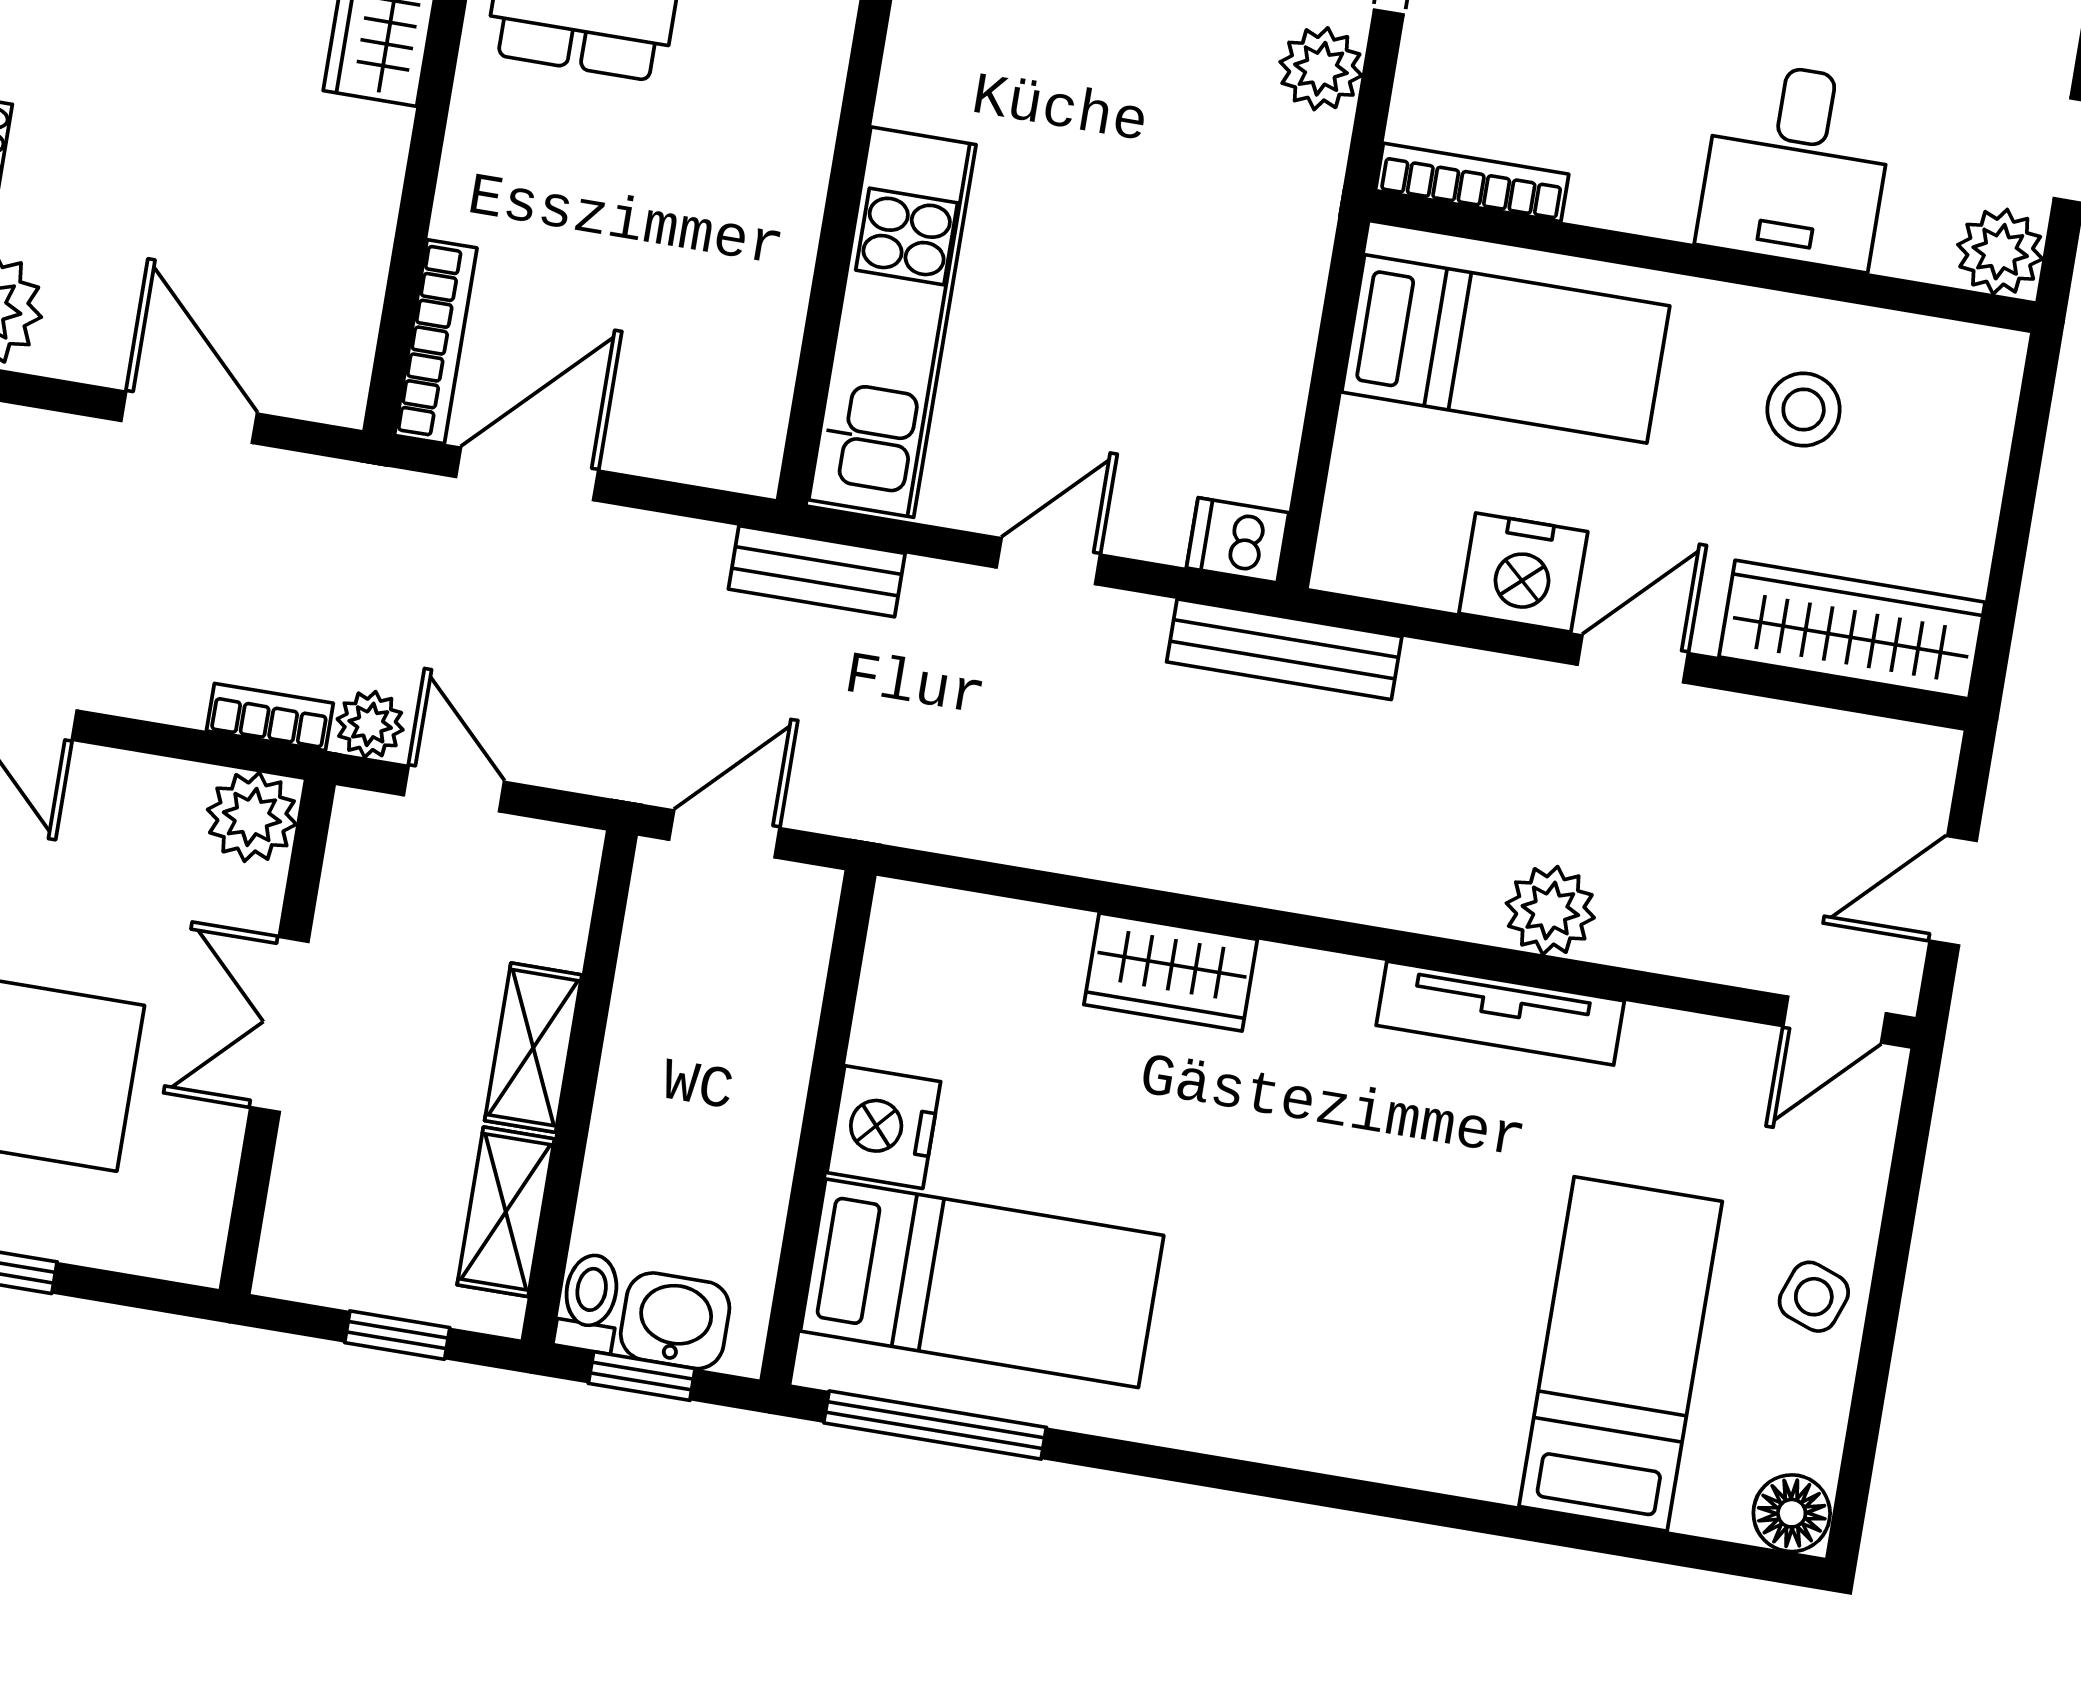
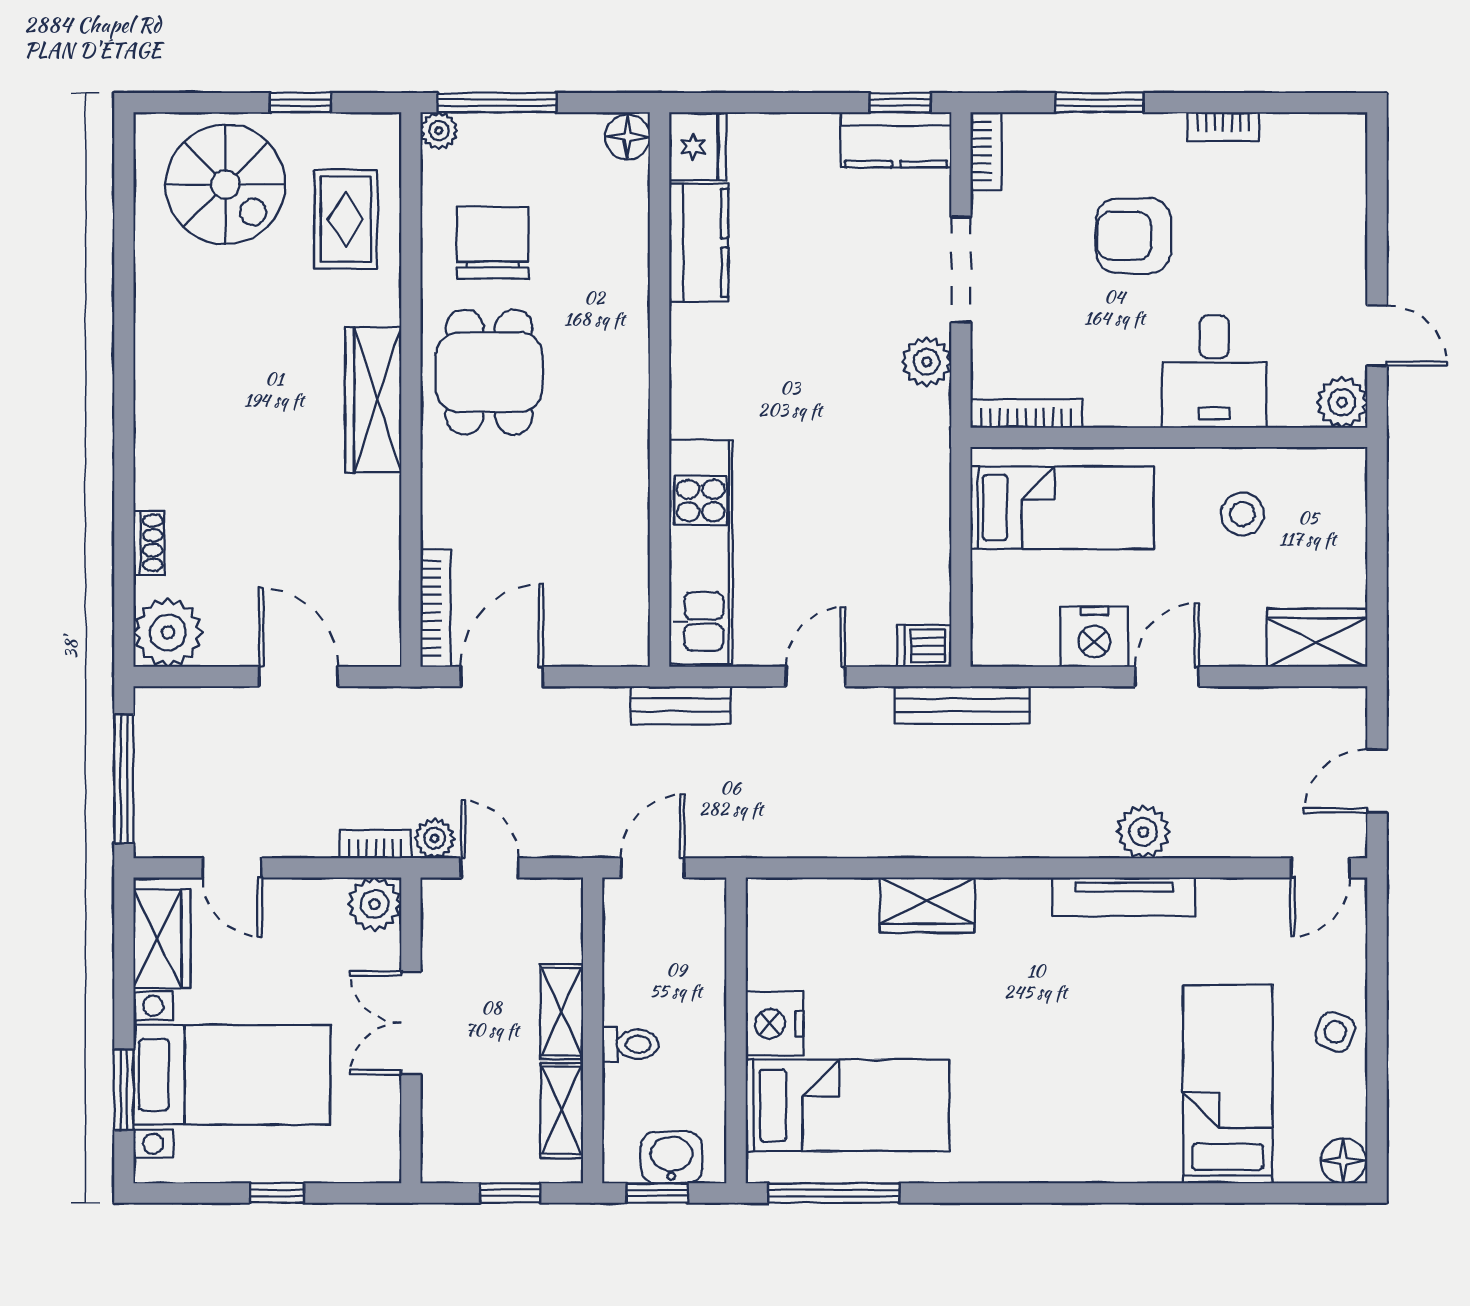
wardrobe: (1852, 630) -> (1317, 638), width x0.67
toilet: (589, 1303) -> (630, 1044), moved, turned 90

